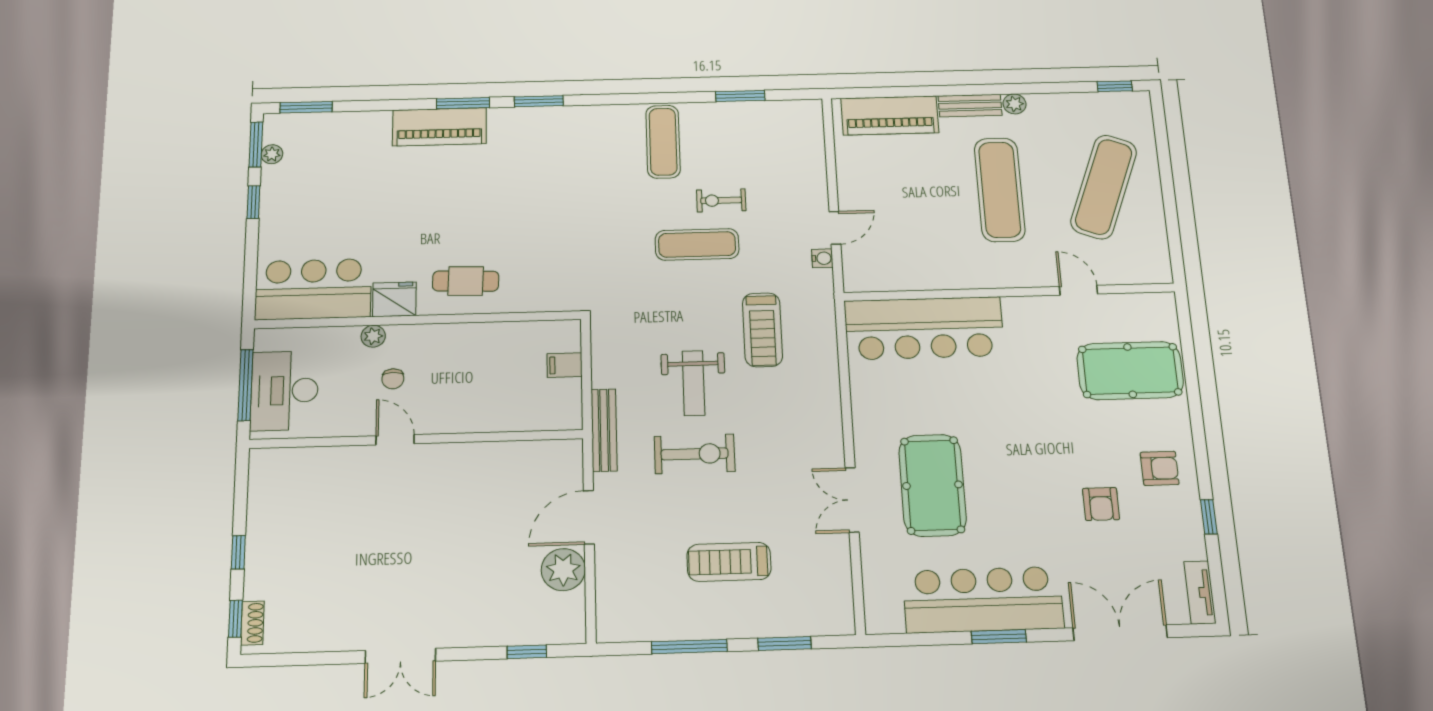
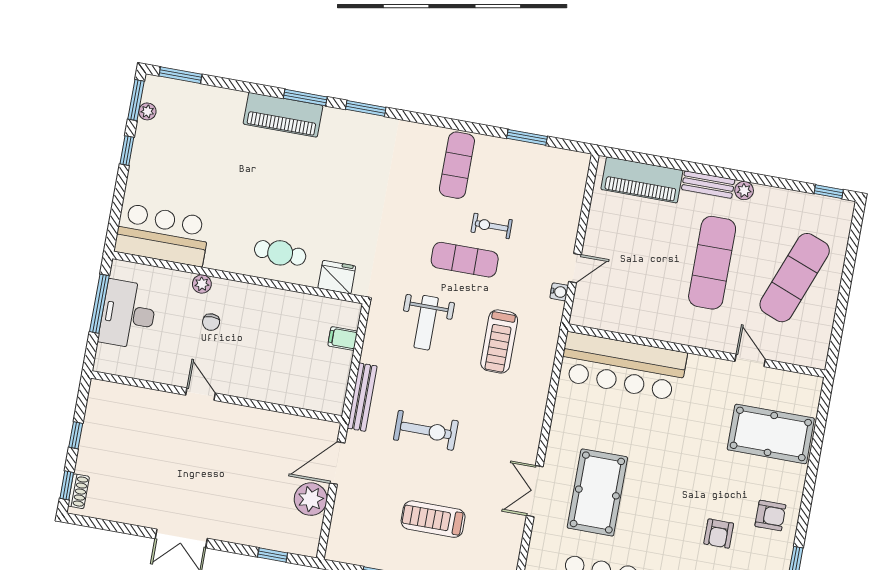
fridge: (394, 299) -> (337, 277), moved
weight bench: (693, 383) -> (426, 323), moved
wall: (416, 439) -> (216, 397), moved
door: (395, 440) -> (201, 394), moved

